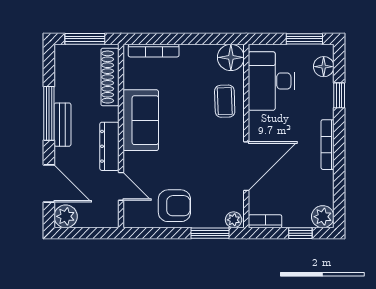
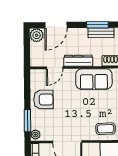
window: (49, 113) -> (97, 25), width x0.69
bench: (62, 125) -> (101, 33), moved
armchair: (174, 206) -> (43, 99), turned -90

